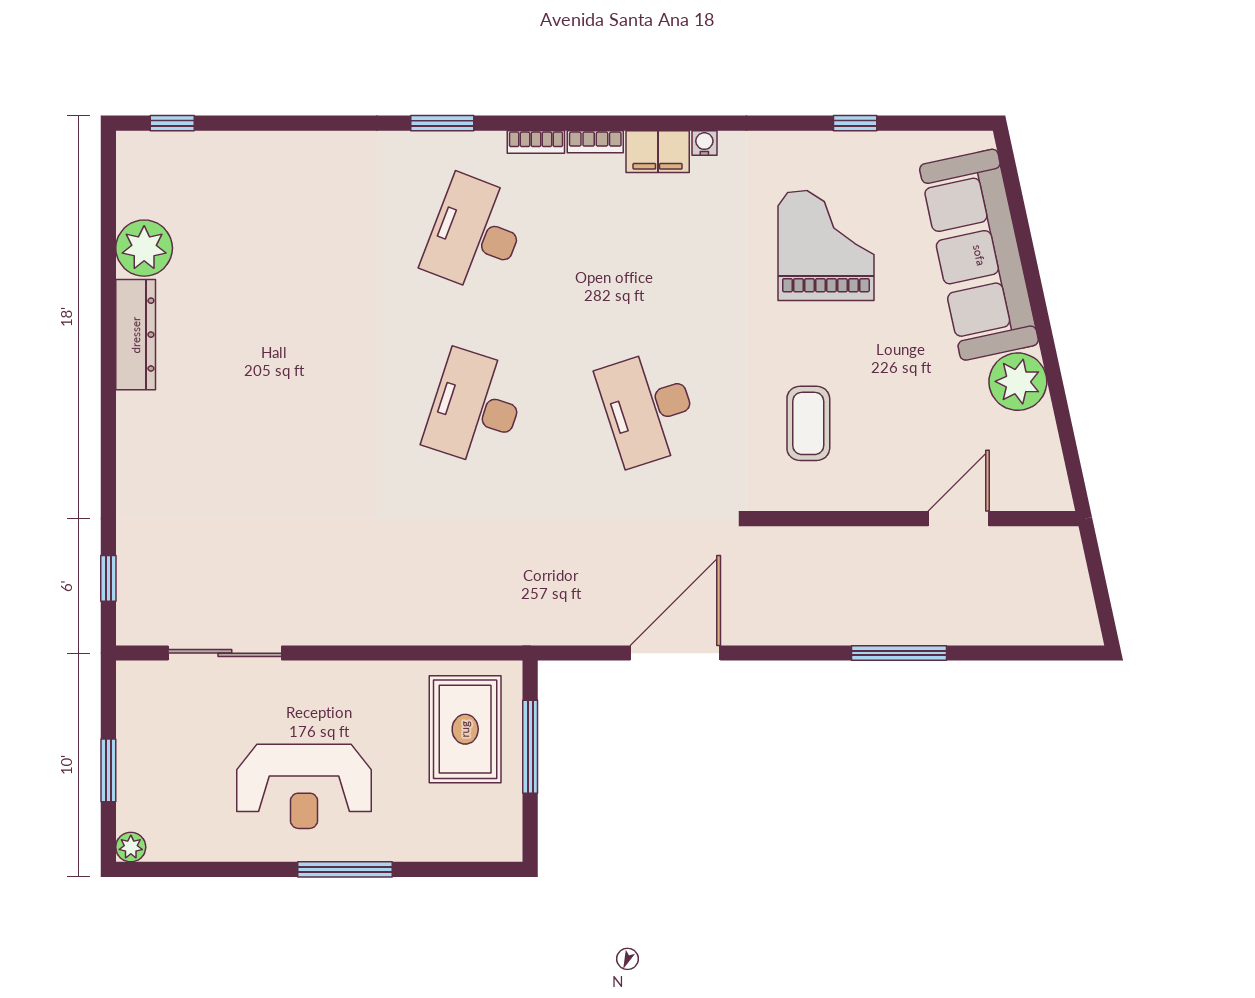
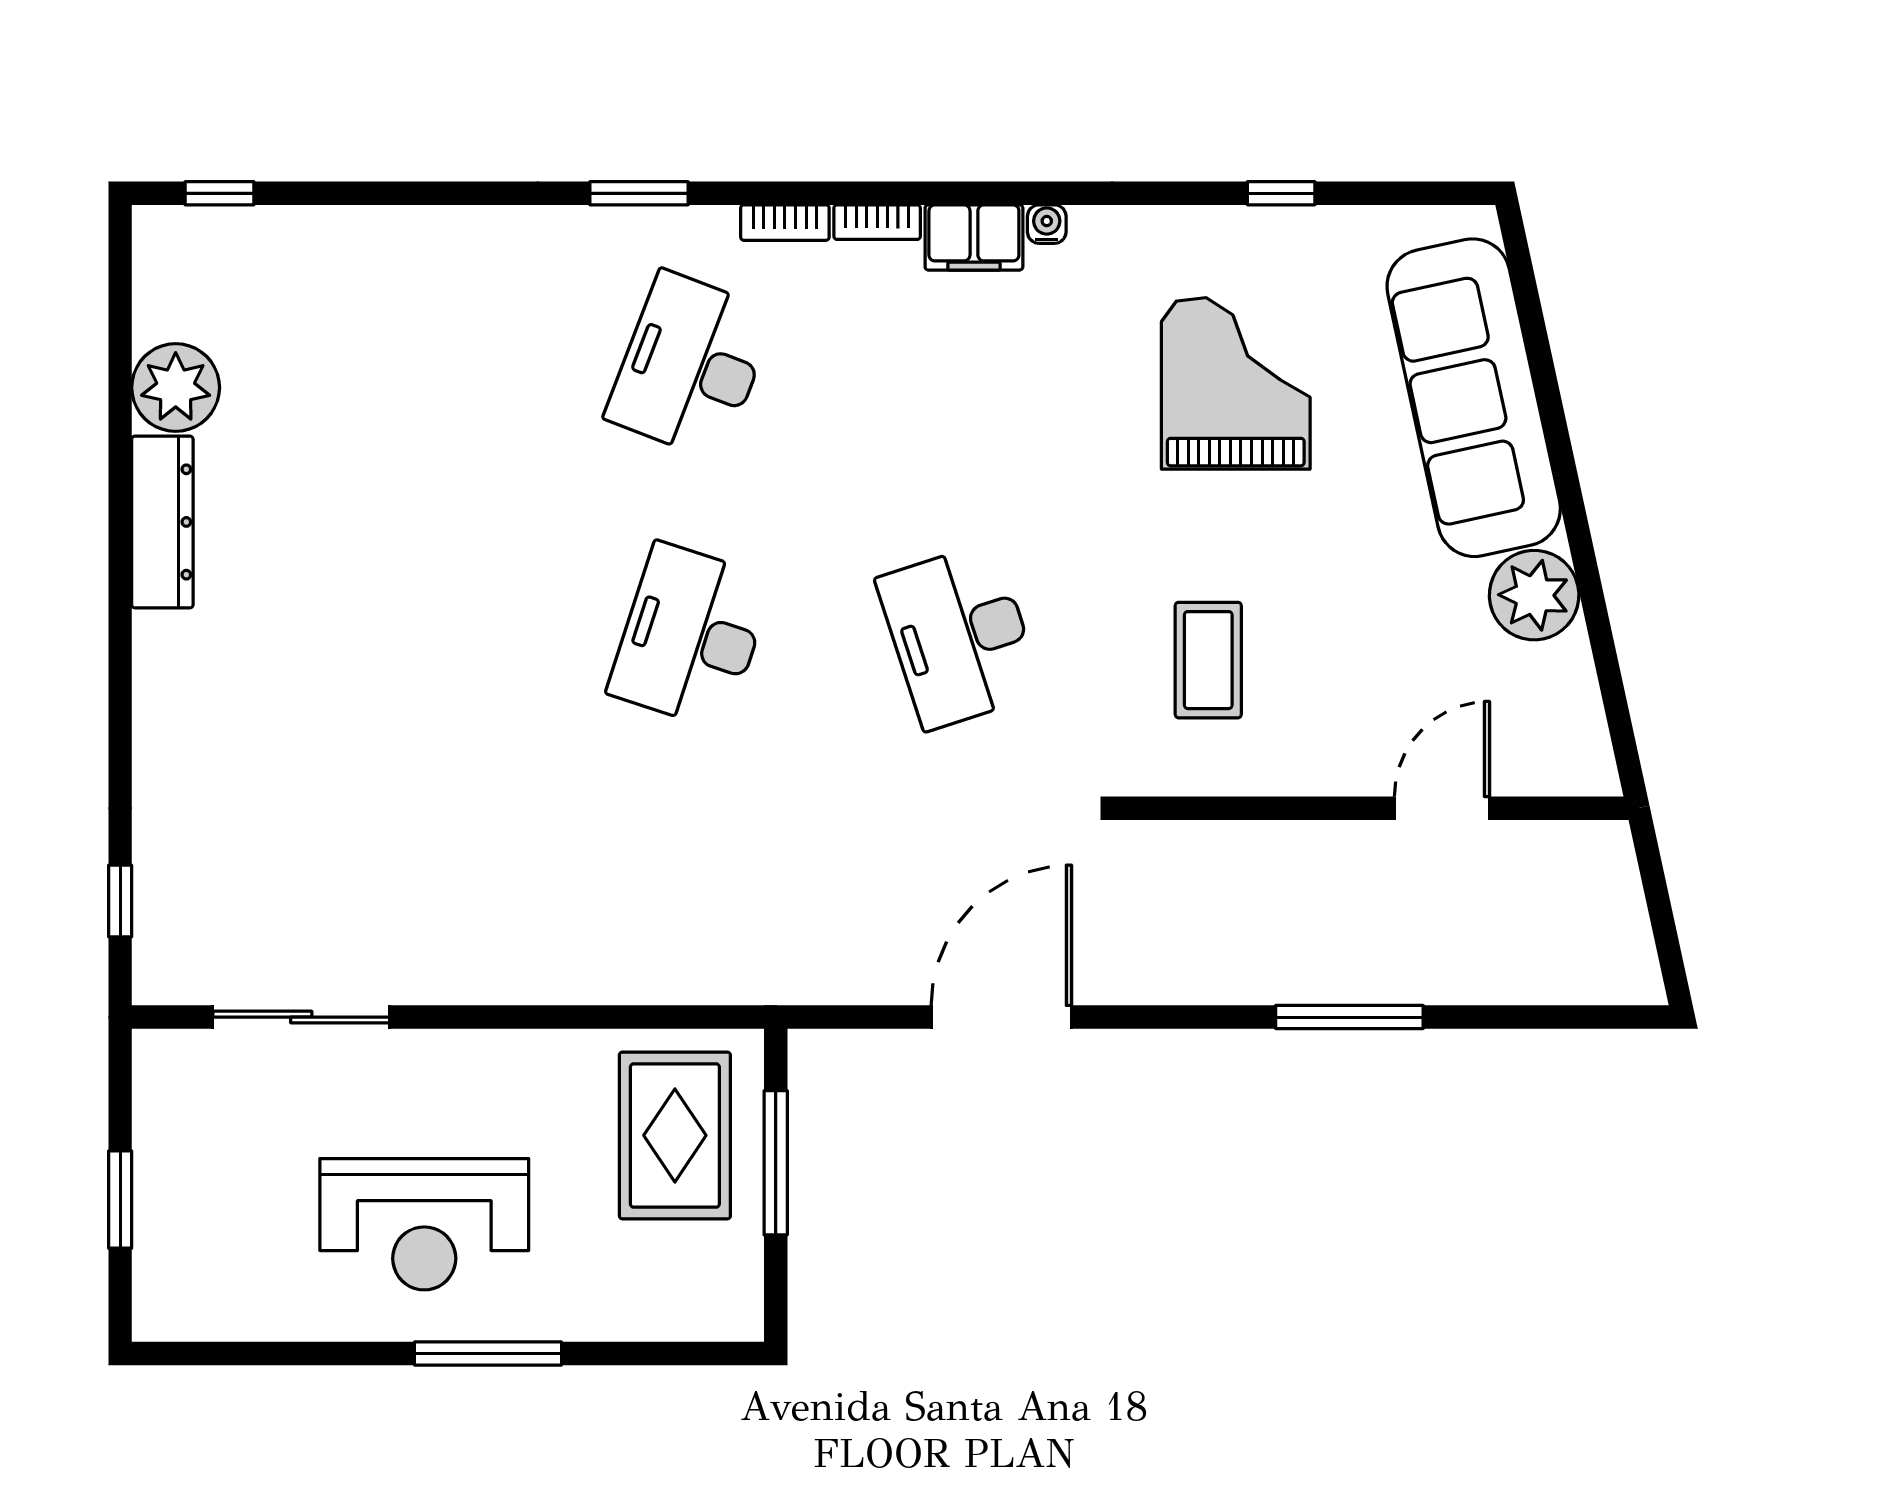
plant: (131, 847) -> (155, 1319), removed

